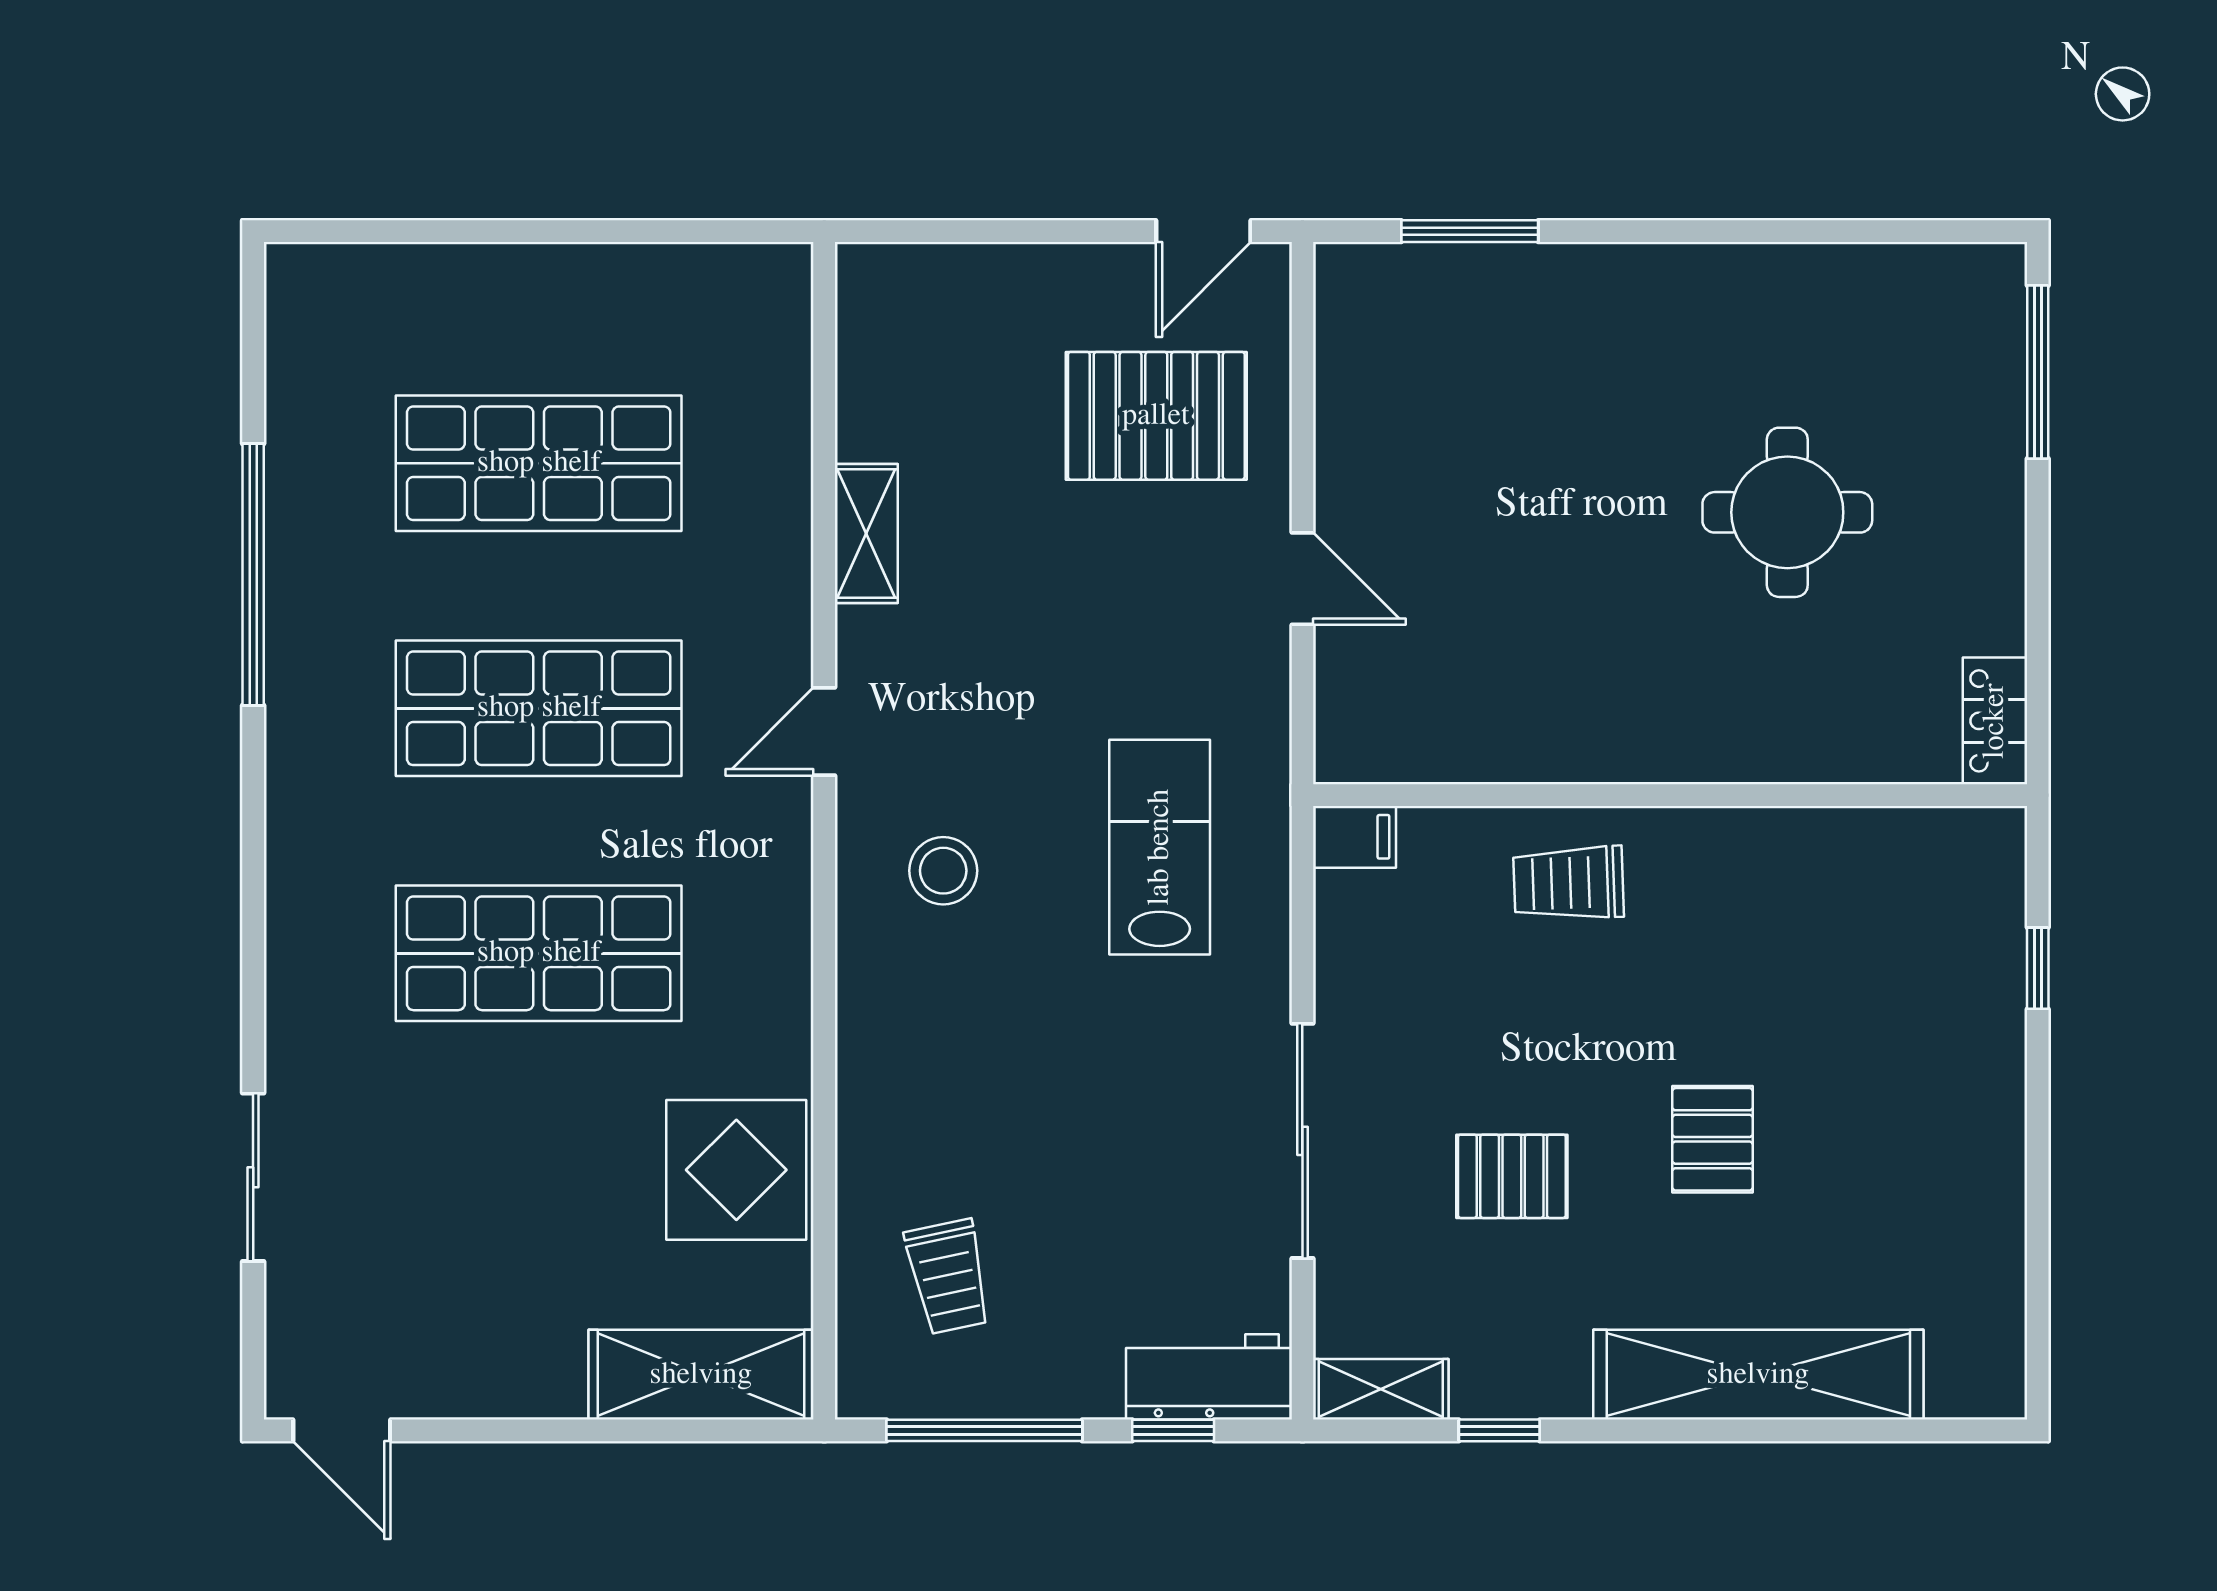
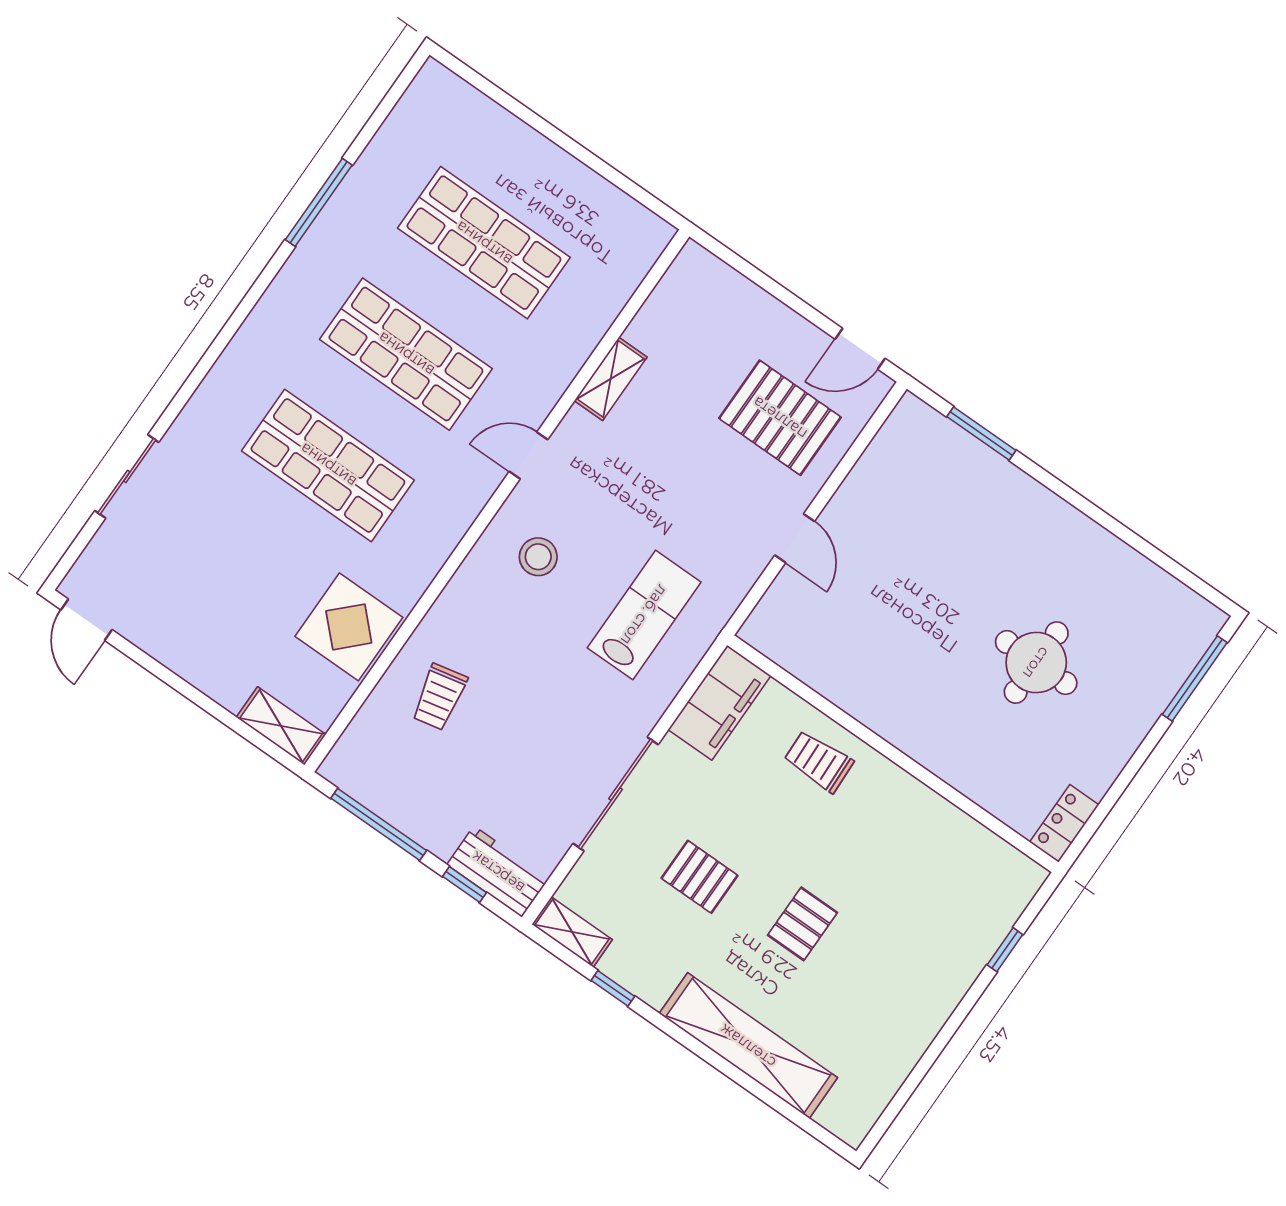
window: (253, 575) -> (319, 202), width x0.68
filing cabinet: (1355, 837) -> (719, 703), width x3.00, depth x1.17
trolley: (948, 1277) -> (439, 697), moved
shelving: (701, 1375) -> (281, 726), width x0.67, depth x0.75

